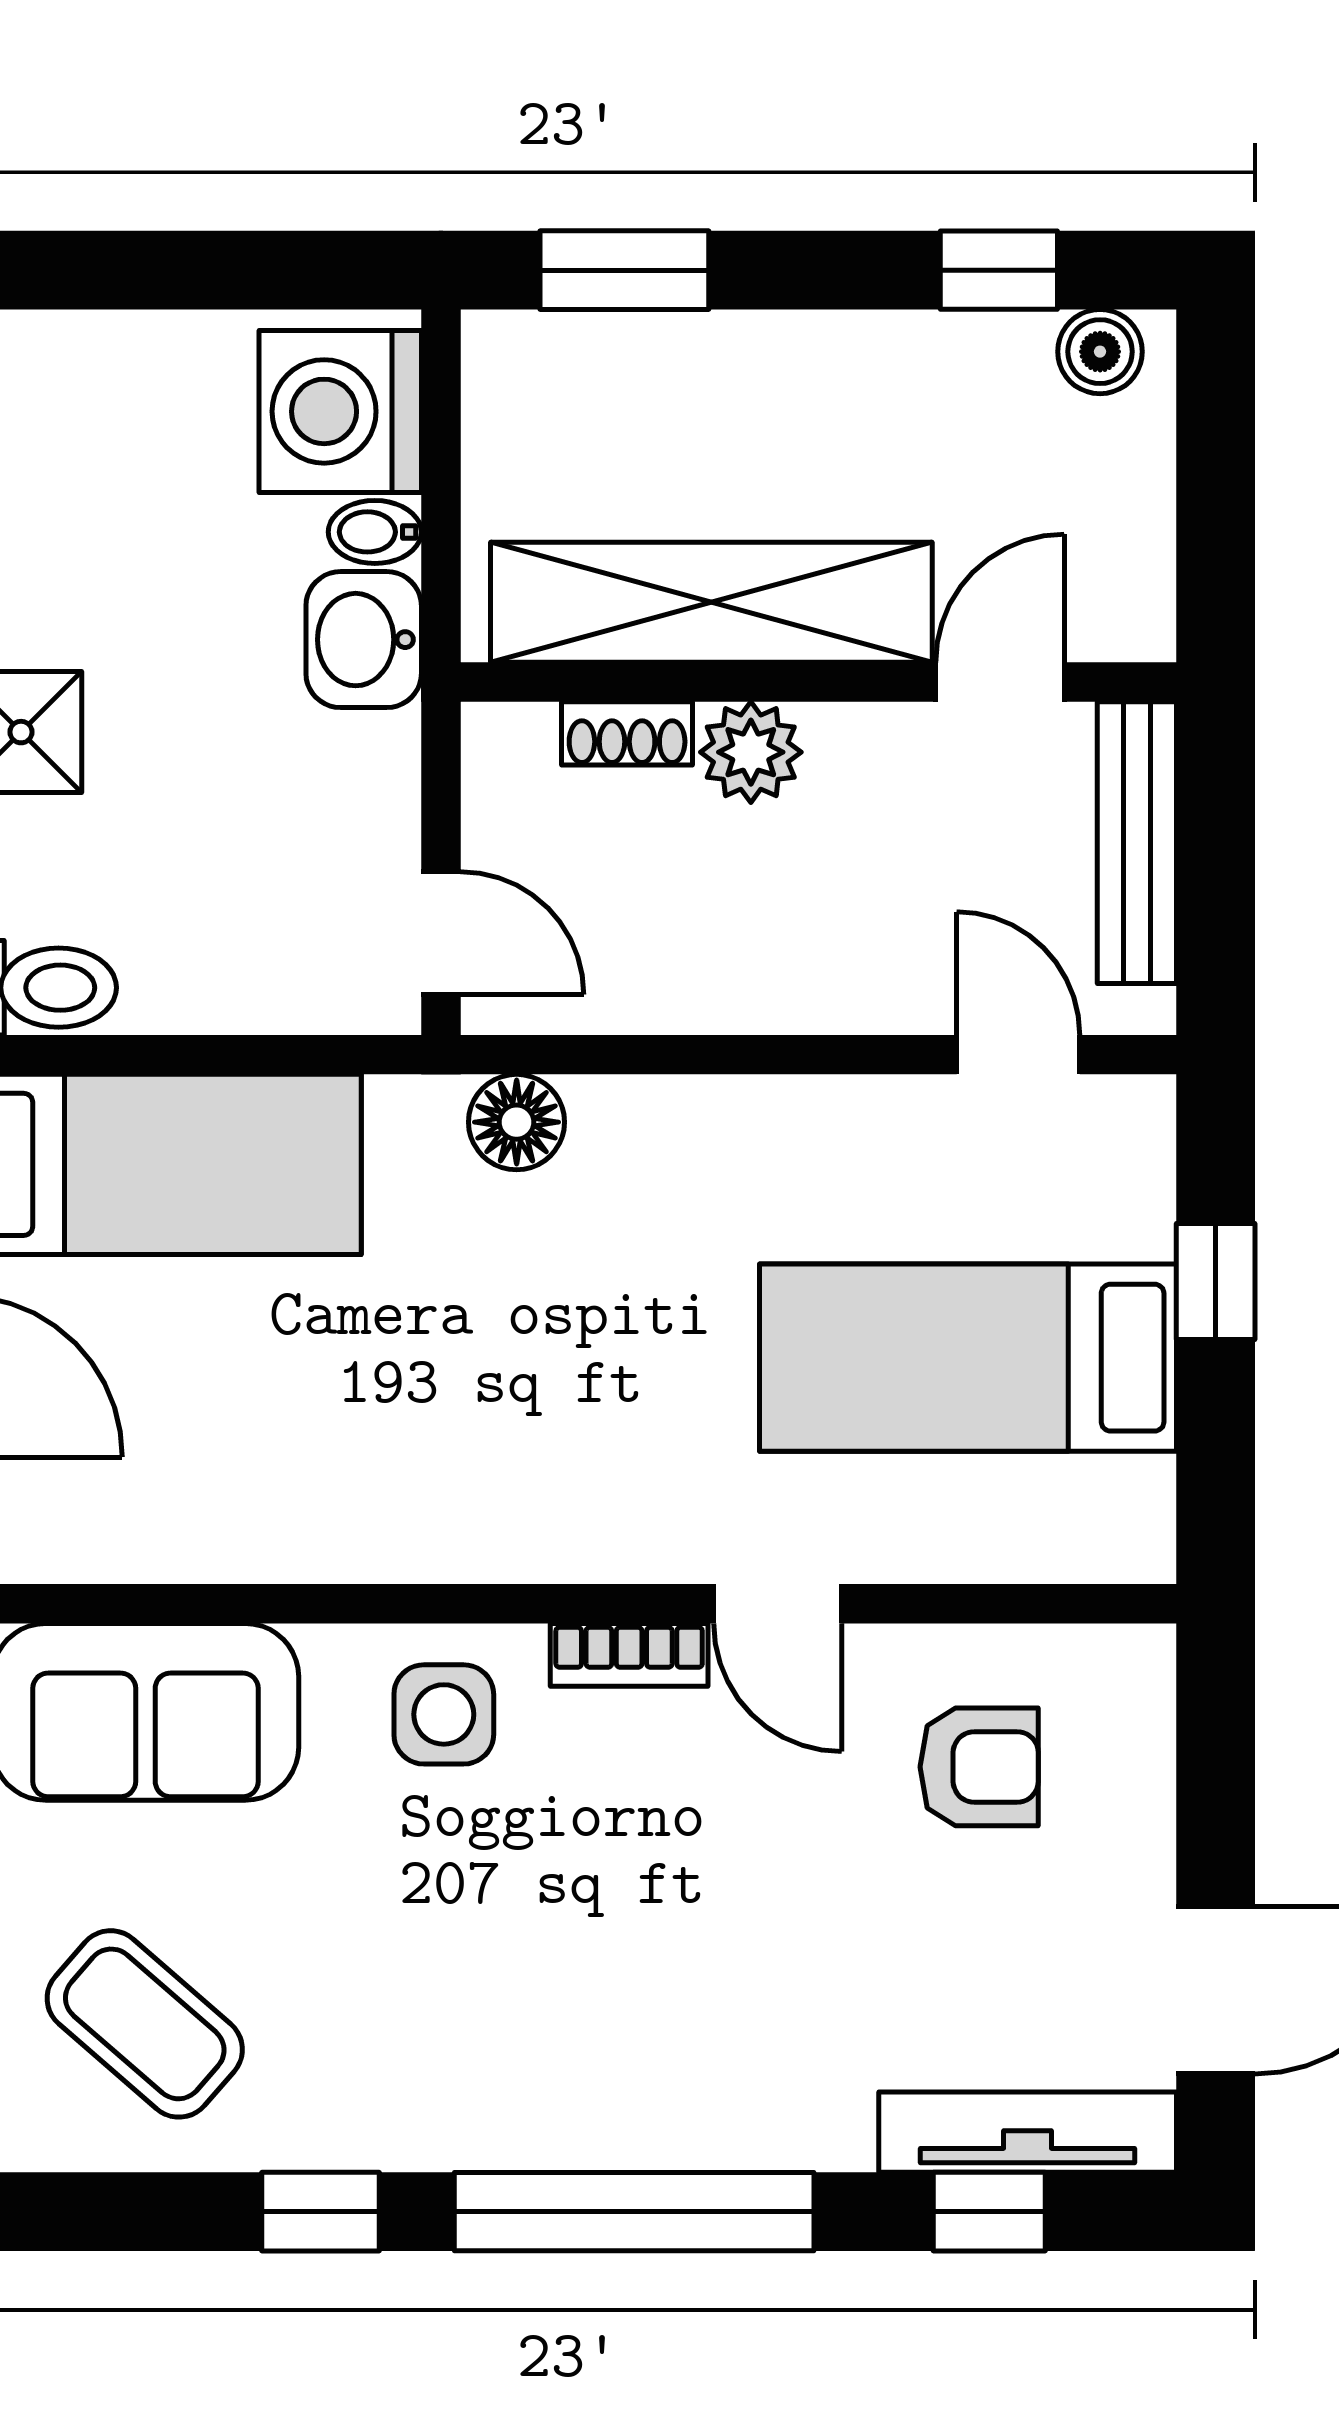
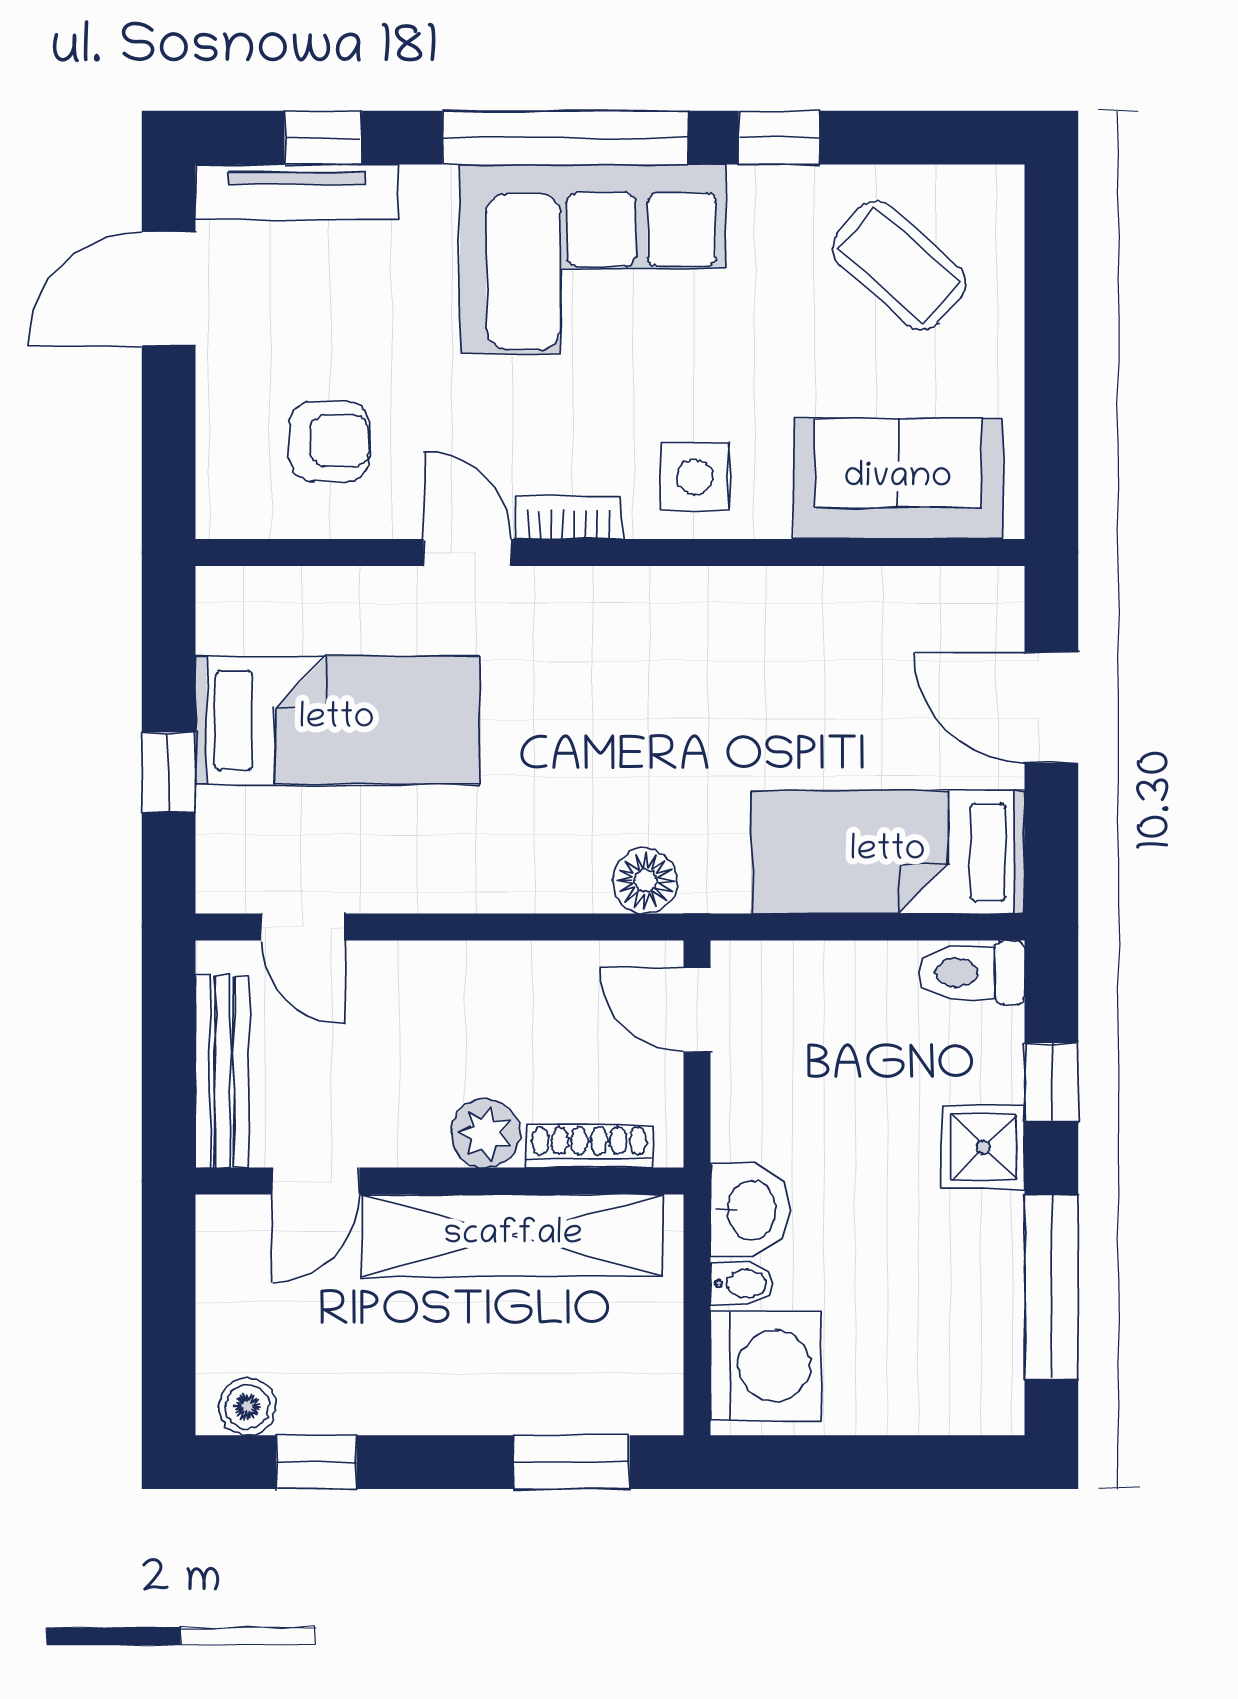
shoe rack: (627, 733) -> (589, 1146), width x1.43
armchair: (979, 1767) -> (330, 441), turned 180
corner sofa: (594, 2034) -> (592, 259), added

